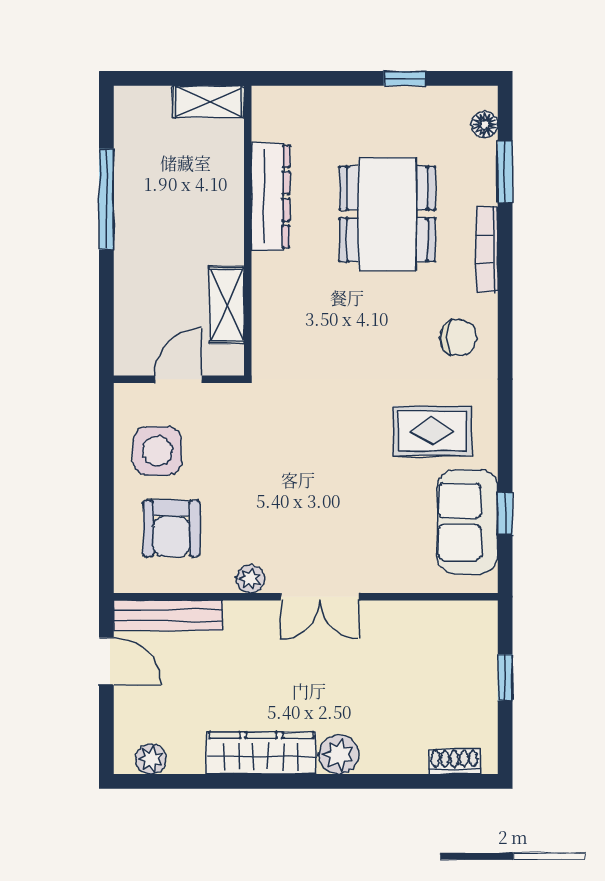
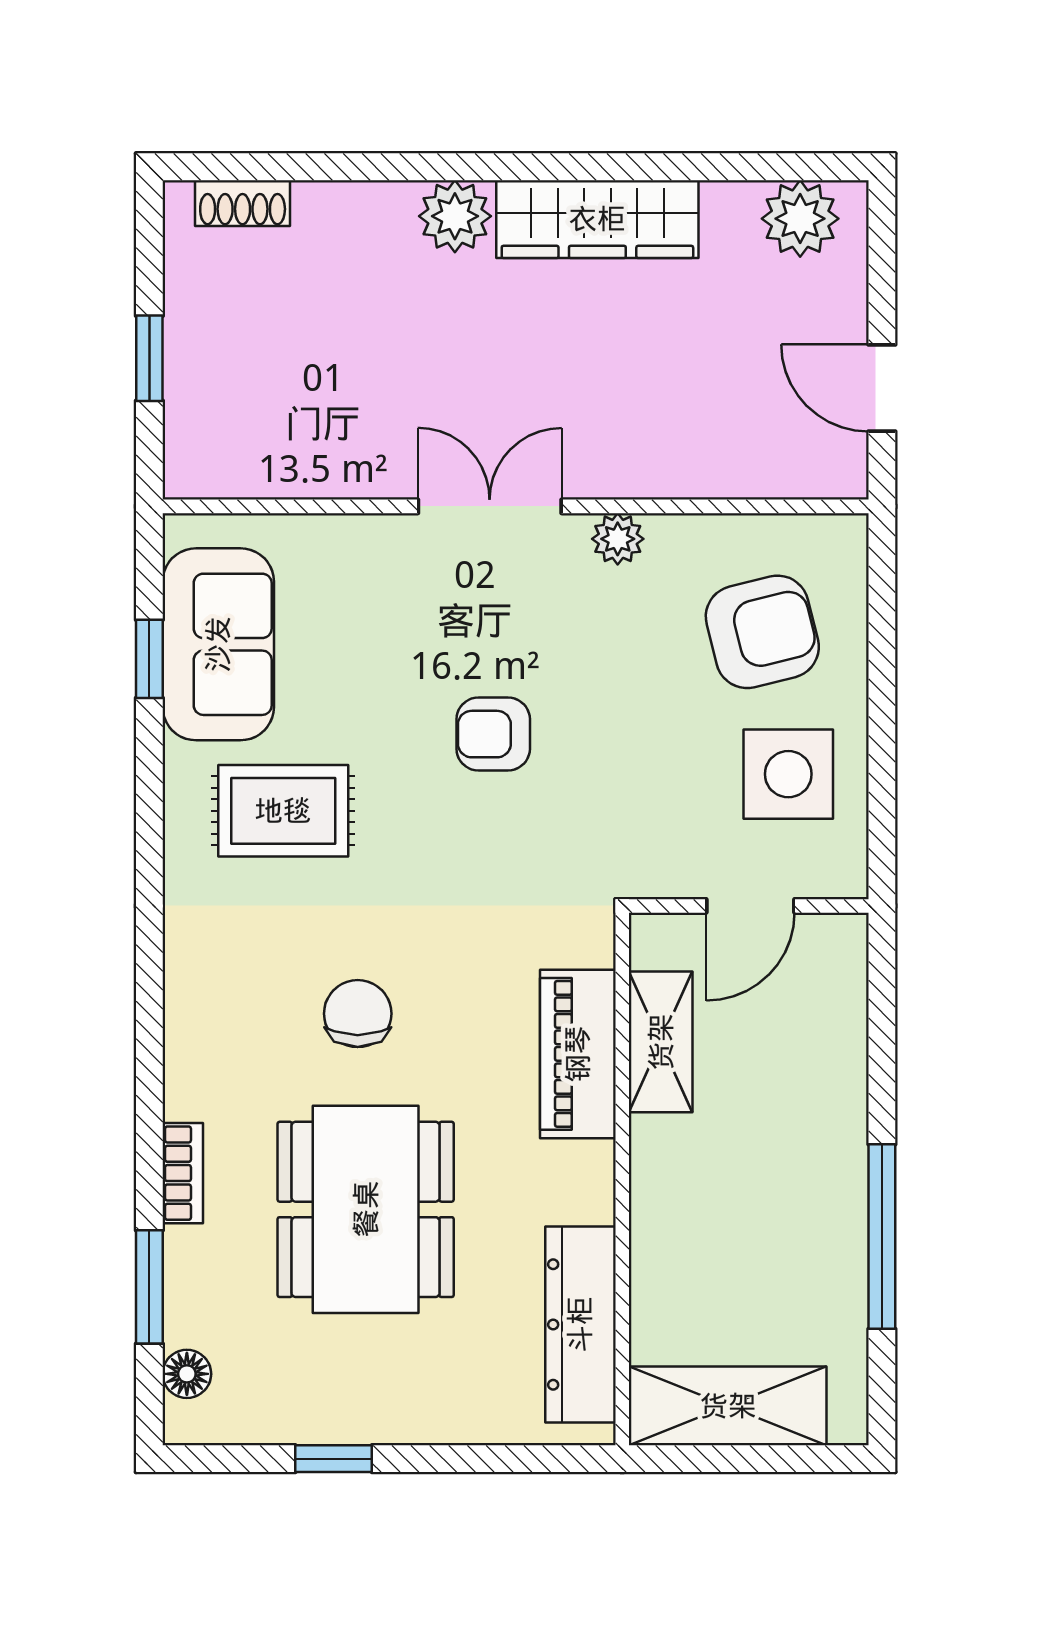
shelving: (208, 102) -> (728, 1406), width x1.50, depth x1.33
dresser: (270, 196) -> (580, 1325), moved
bookcase: (487, 249) -> (183, 1173), width x0.64
piano: (272, 299) -> (578, 1054), added
chair: (458, 338) -> (358, 1014), moved, turned 90
armchair: (318, 473) -> (493, 734), added
armchair: (171, 528) -> (762, 632), turned 76
bench: (168, 615) -> (769, 472), removed
plant: (151, 759) -> (800, 219), width x1.38, depth x1.38

